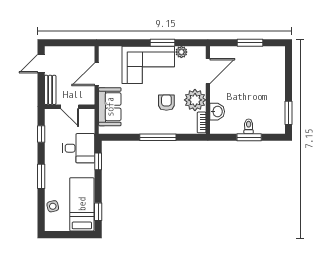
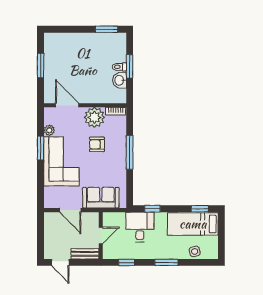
washbasin: (217, 112) -> (120, 80), moved, turned -90

